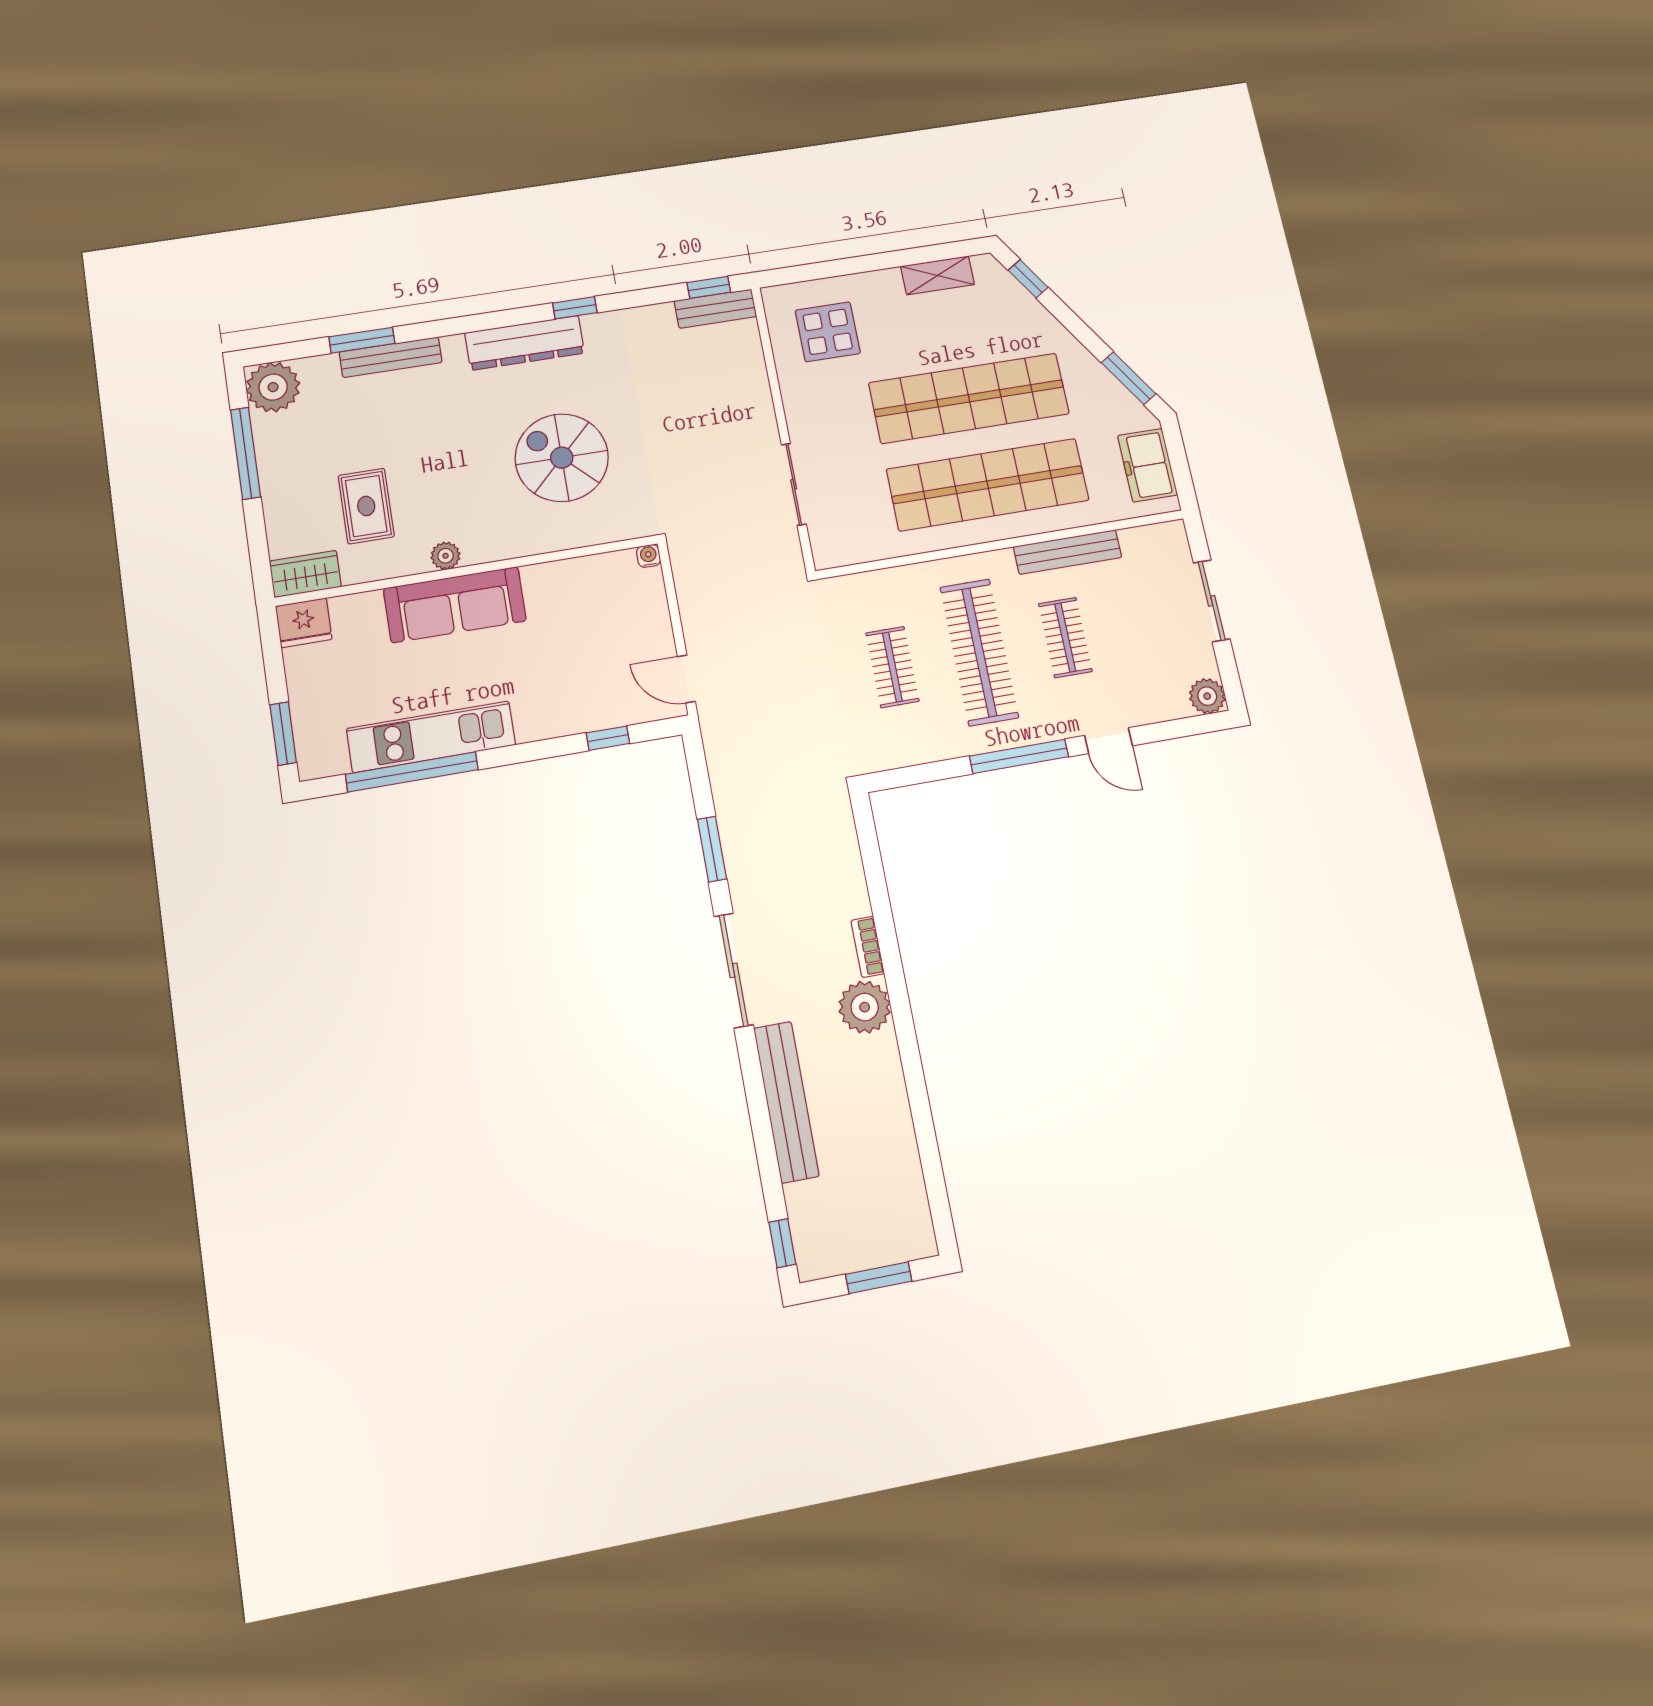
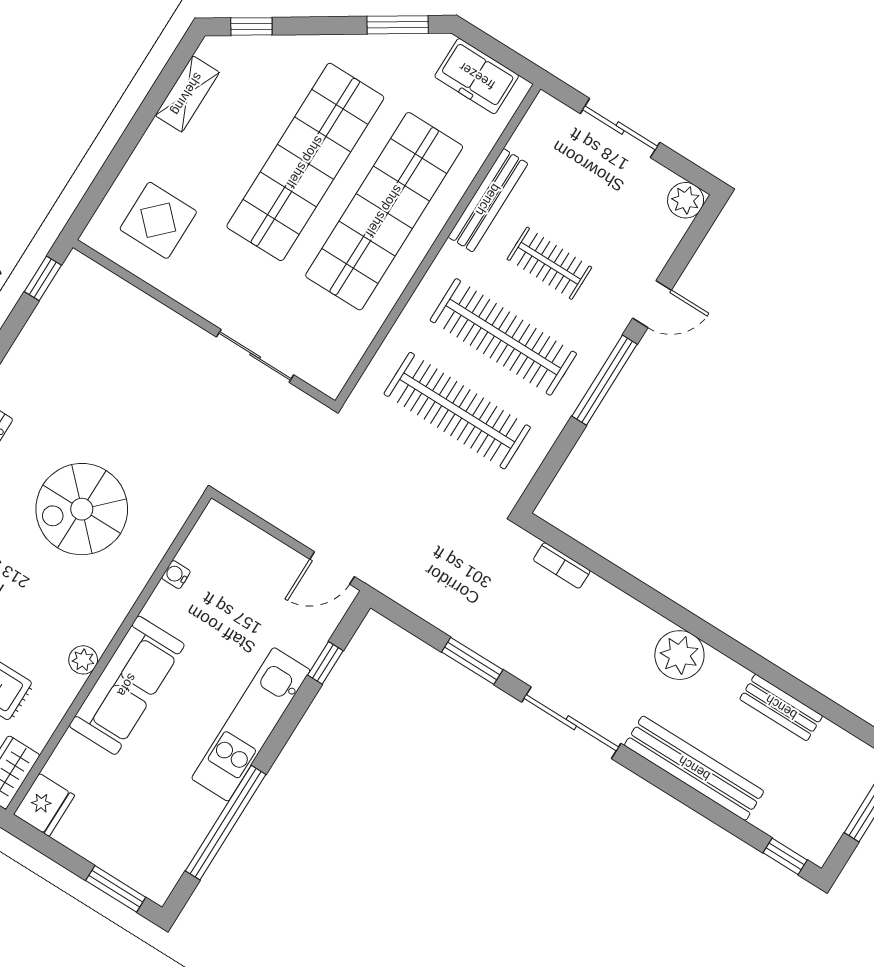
bench: (715, 309) -> (781, 707), moved, turned 90
water cooler: (649, 556) -> (176, 575), moved
clothes rail: (892, 667) -> (457, 411), width x1.86, depth x1.31
kitchen unit: (431, 737) -> (251, 724), moved
bookcase: (868, 947) -> (562, 565), moved

